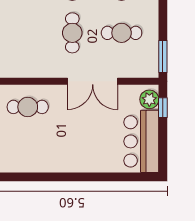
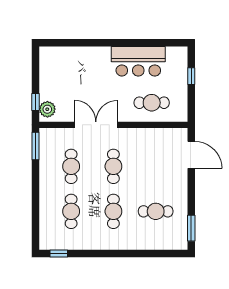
cafe table: (122, 33) -> (71, 166), turned 90
bar counter: (141, 141) -> (138, 61), moved, turned 90

